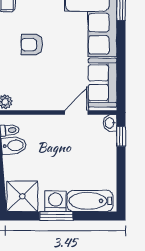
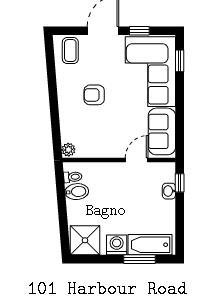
washbasin: (110, 123) -> (169, 191), moved
window: (56, 216) -> (139, 259), moved

